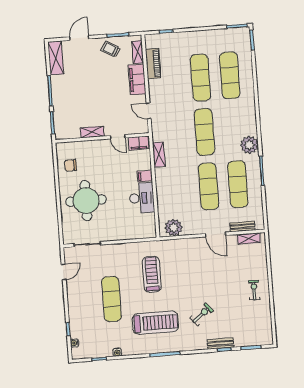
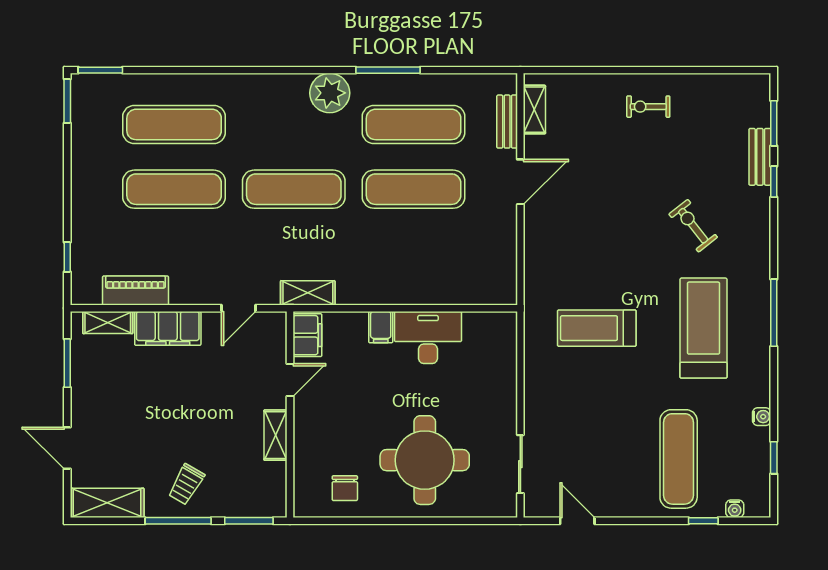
trolley: (111, 49) -> (186, 484), moved
shelving: (159, 154) -> (308, 293), moved
plant: (174, 228) -> (498, 273), removed
exercise mat: (112, 299) -> (679, 459), moved, turned 90
bench: (221, 344) -> (760, 157), moved

